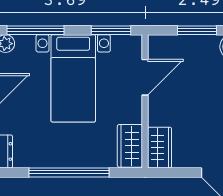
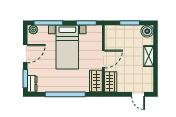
door: (145, 77) -> (103, 59), moved

